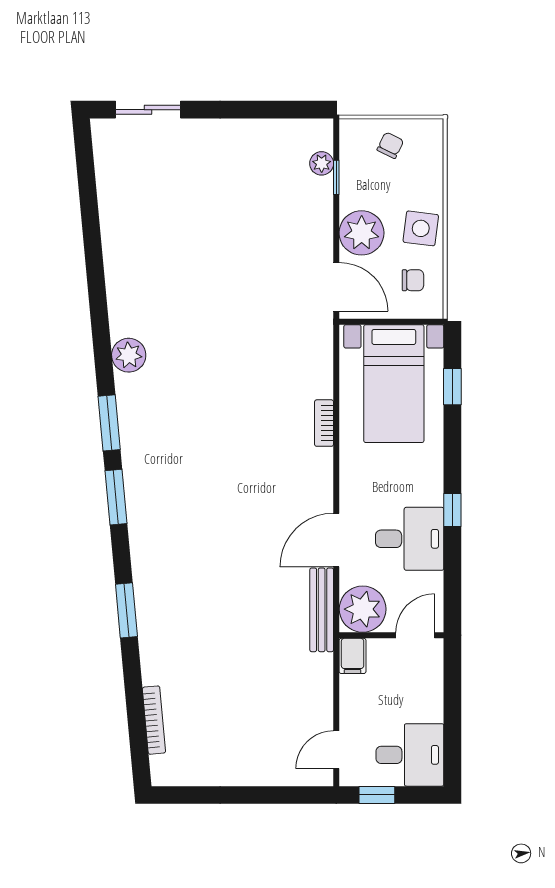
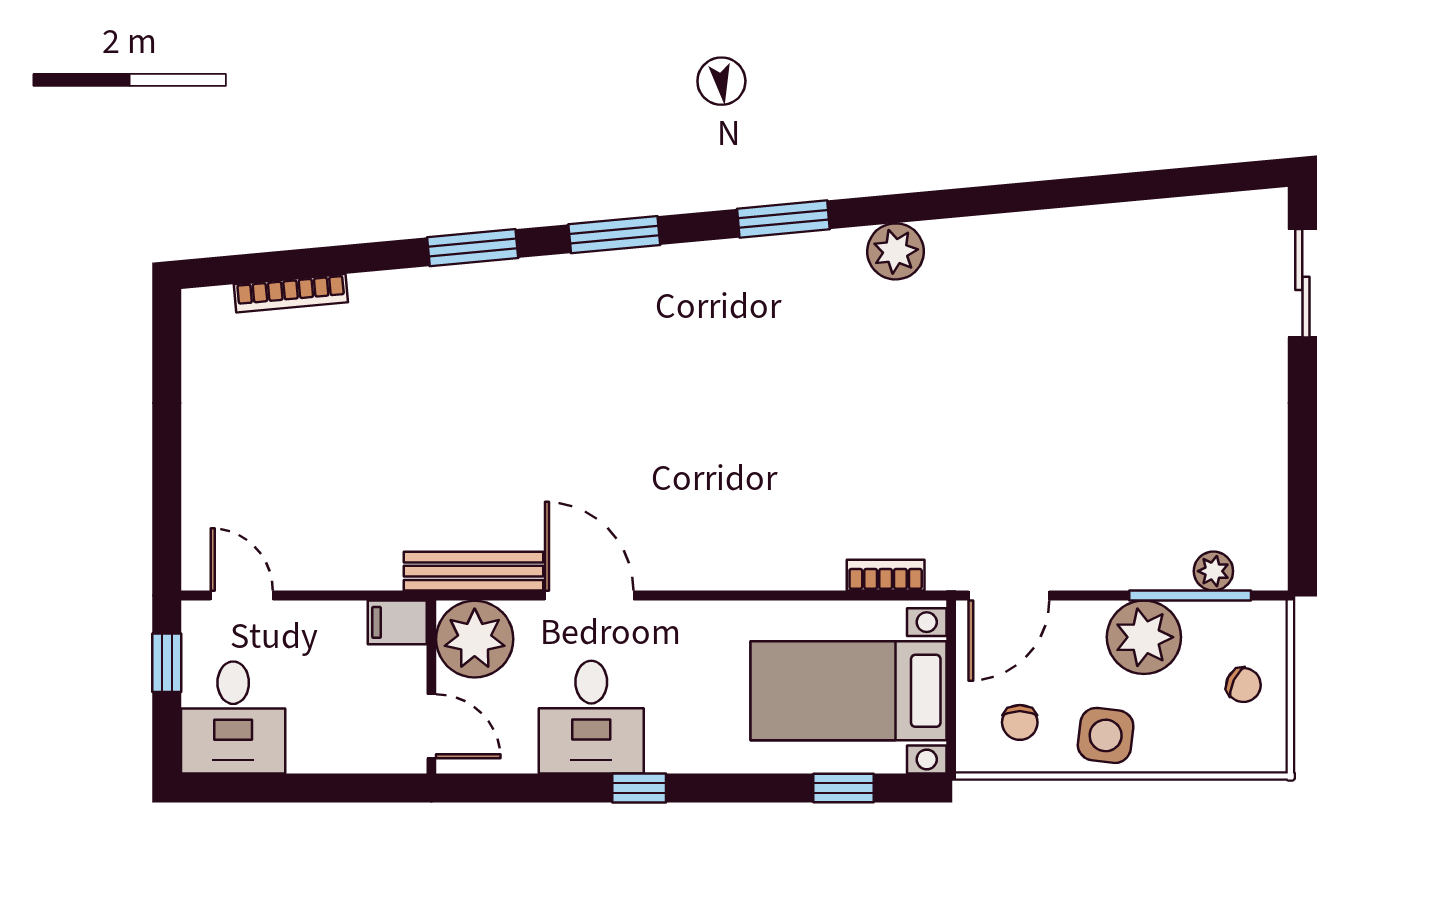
window: (336, 177) -> (1190, 595), width x2.17
plant: (362, 233) -> (1144, 637), moved
bookcase: (324, 423) -> (886, 575), moved
window: (116, 497) -> (614, 235), moved

